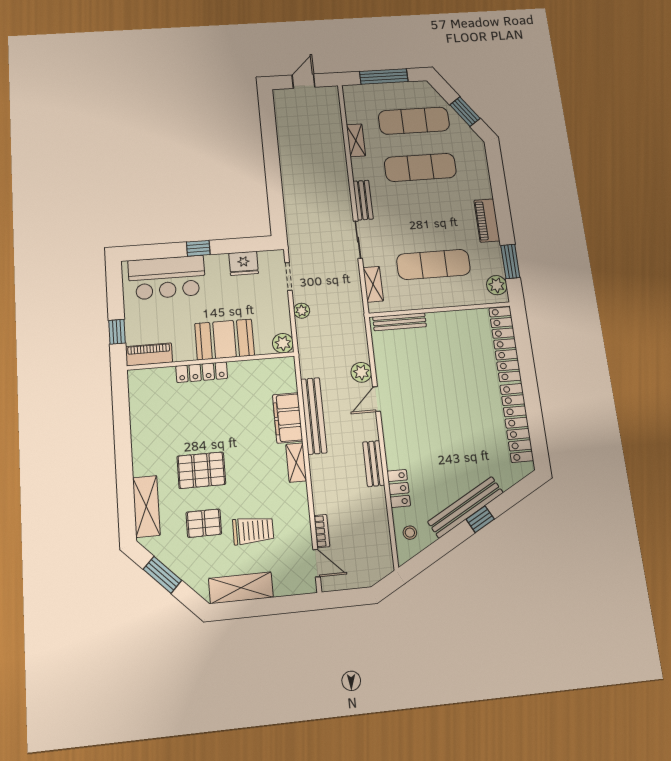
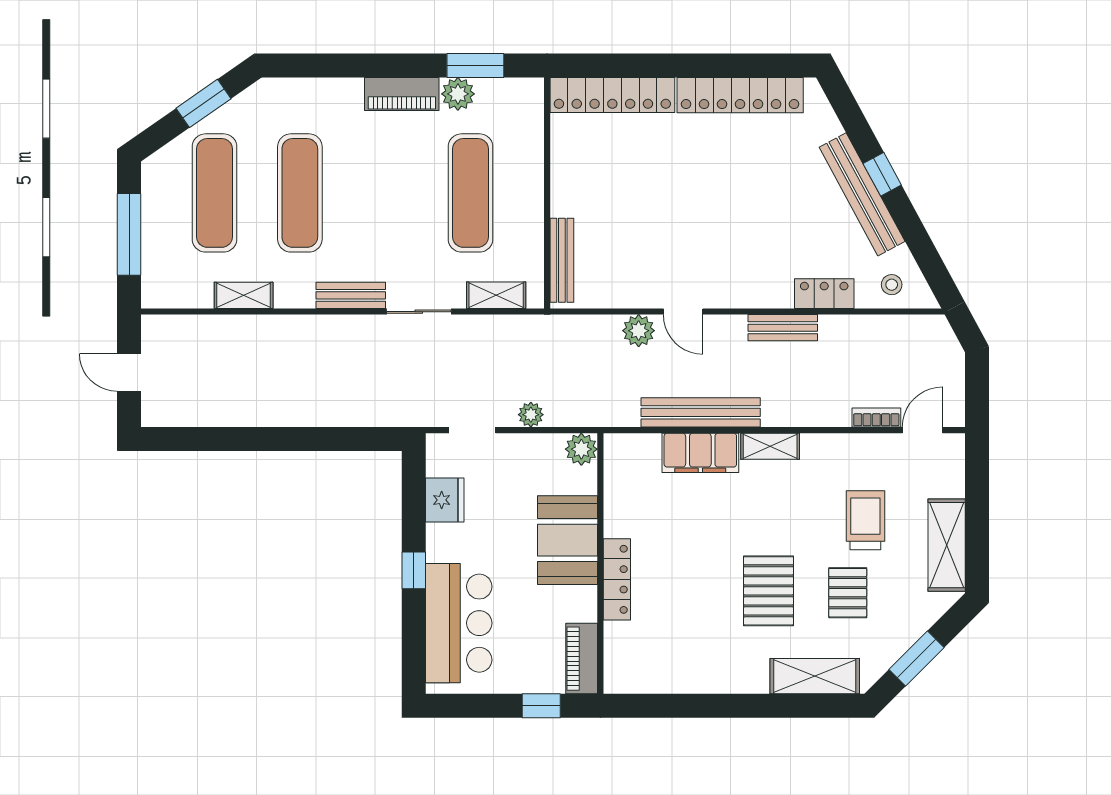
plant: (497, 285) -> (458, 94), moved

